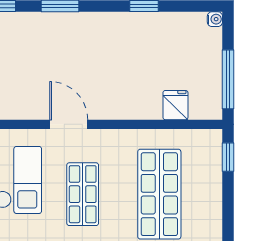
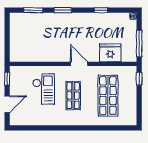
fridge: (175, 105) -> (110, 53), width x1.88, depth x1.34
door: (69, 124) -> (79, 64), moved

